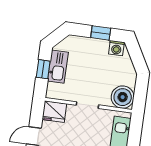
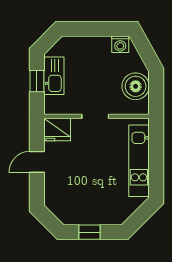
window: (101, 33) -> (99, 29), removed
boiler: (123, 97) -> (136, 86), moved

